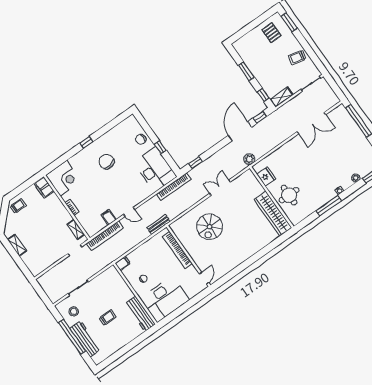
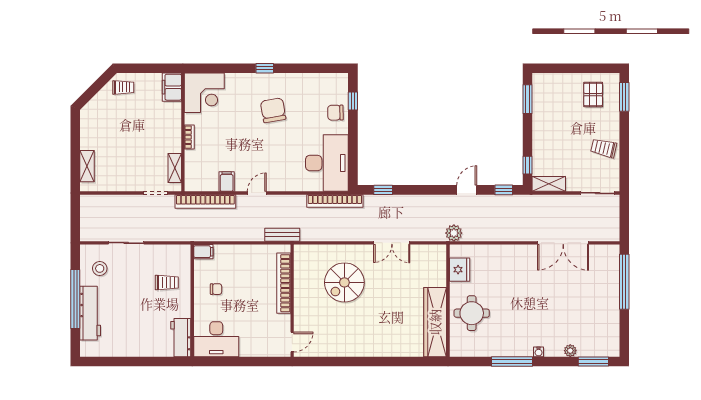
window: (246, 71) -> (528, 99), moved
door: (240, 131) -> (467, 190), width x0.53
window: (160, 147) -> (353, 101), moved
double door: (220, 188) -> (392, 243), swing flipped
door: (129, 212) -> (257, 193), swing flipped
shelving: (17, 245) -> (87, 166), moved
desk: (165, 299) -> (216, 339), width x0.73, depth x0.77
workbench: (140, 314) -> (181, 338), width x0.73
trolley: (108, 318) -> (167, 283), moved

